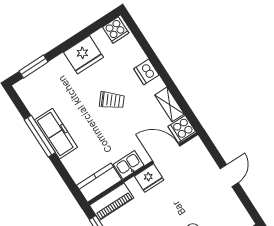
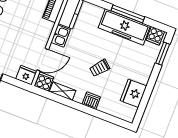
cooker: (116, 30) -> (155, 36), moved, turned -90
fridge: (83, 55) -> (133, 93), moved
freezer: (56, 134) -> (124, 27), width x1.36, depth x1.26
fridge: (149, 178) -> (26, 75), moved, turned 90

